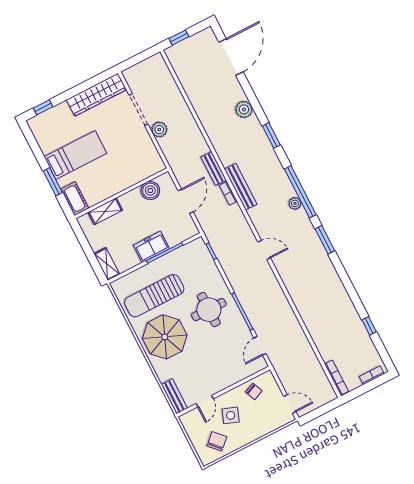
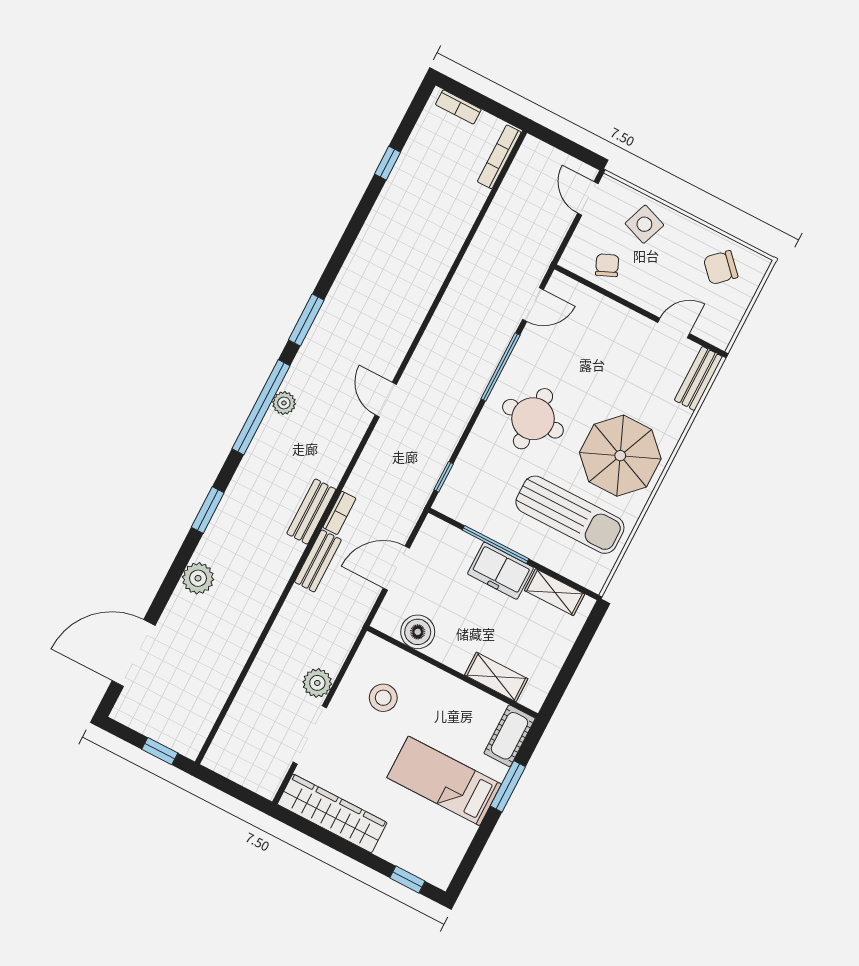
stool: (132, 154) -> (383, 698), added
bench: (241, 187) -> (311, 512), width x0.73
shelving: (107, 264) -> (555, 592), moved, turned 90
side table: (231, 415) -> (644, 224), moved

